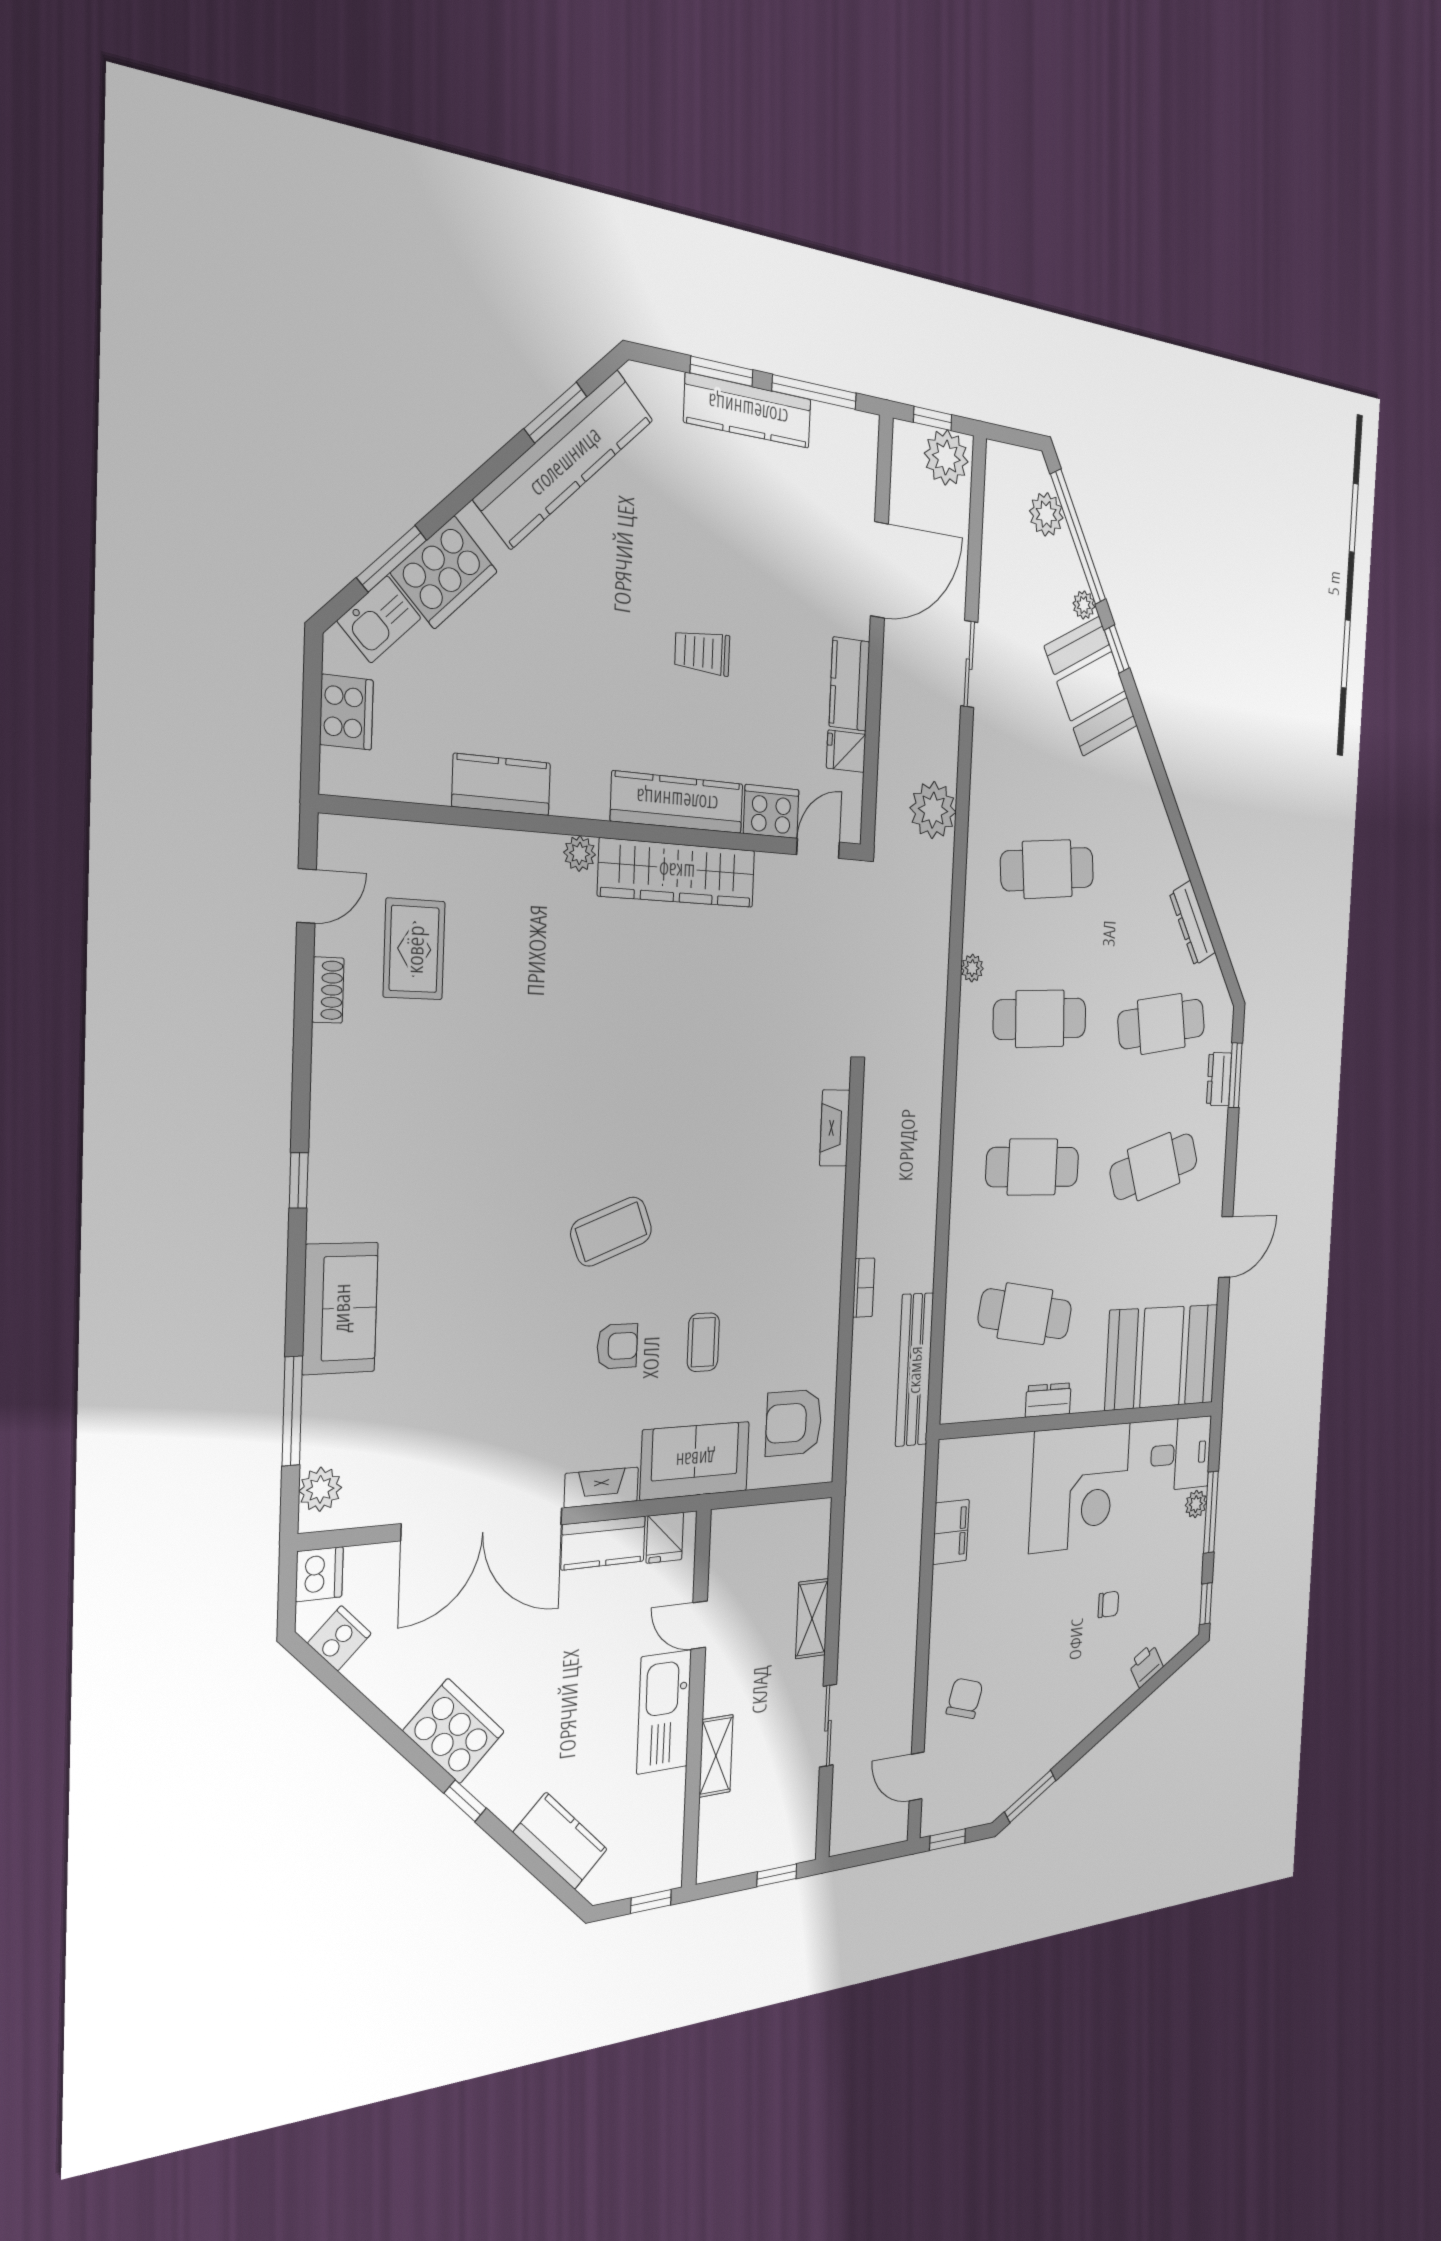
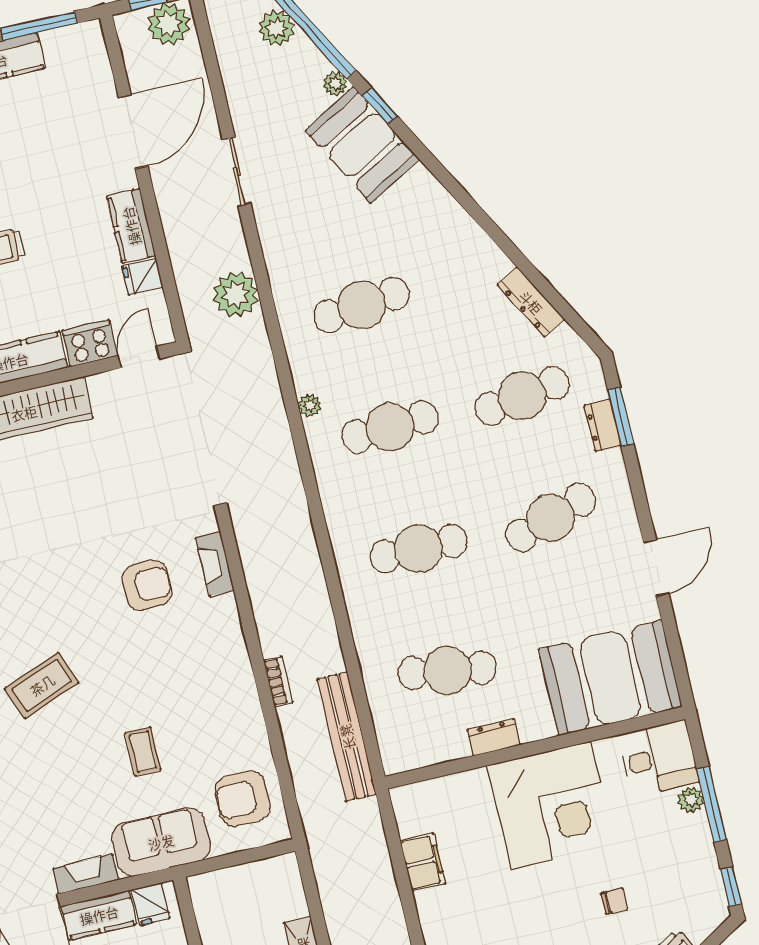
armchair: (617, 1346) -> (147, 585), moved, width x1.38, depth x1.38

